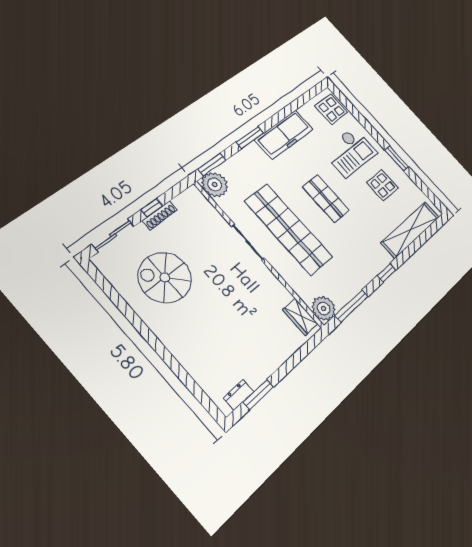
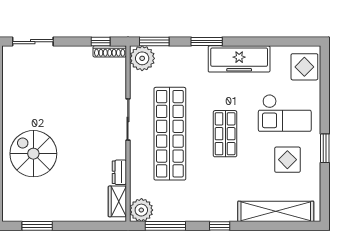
window: (152, 208) -> (101, 42), moved
shoe rack: (160, 215) -> (110, 51), moved
spiral stairs: (165, 277) -> (33, 154), moved
dresser: (239, 395) -> (119, 172), moved, turned -90

